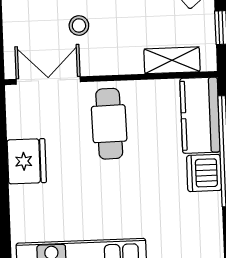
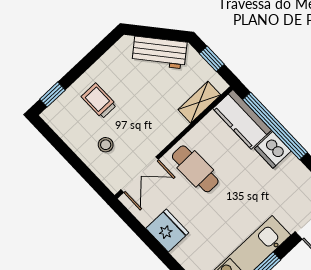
stool: (79, 25) -> (106, 145), moved
double door: (48, 81) -> (140, 175), swing flipped

